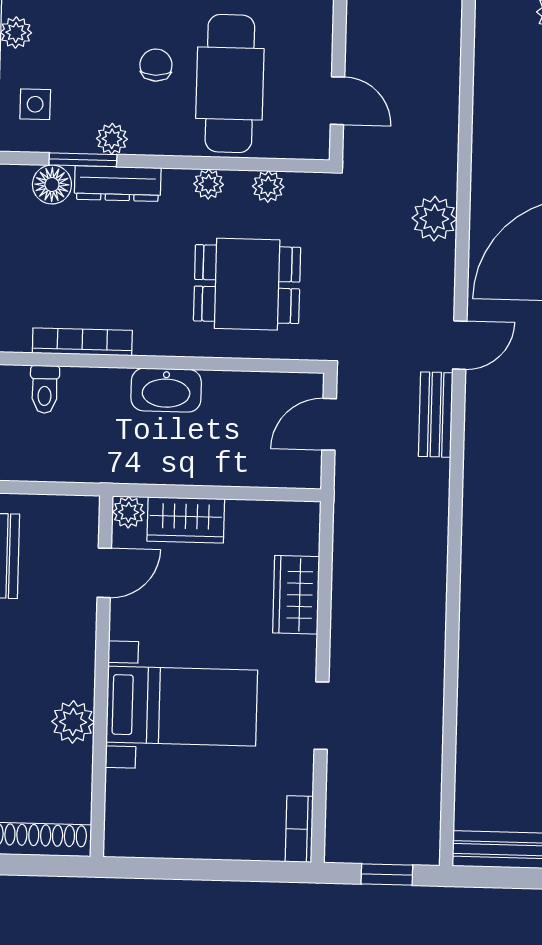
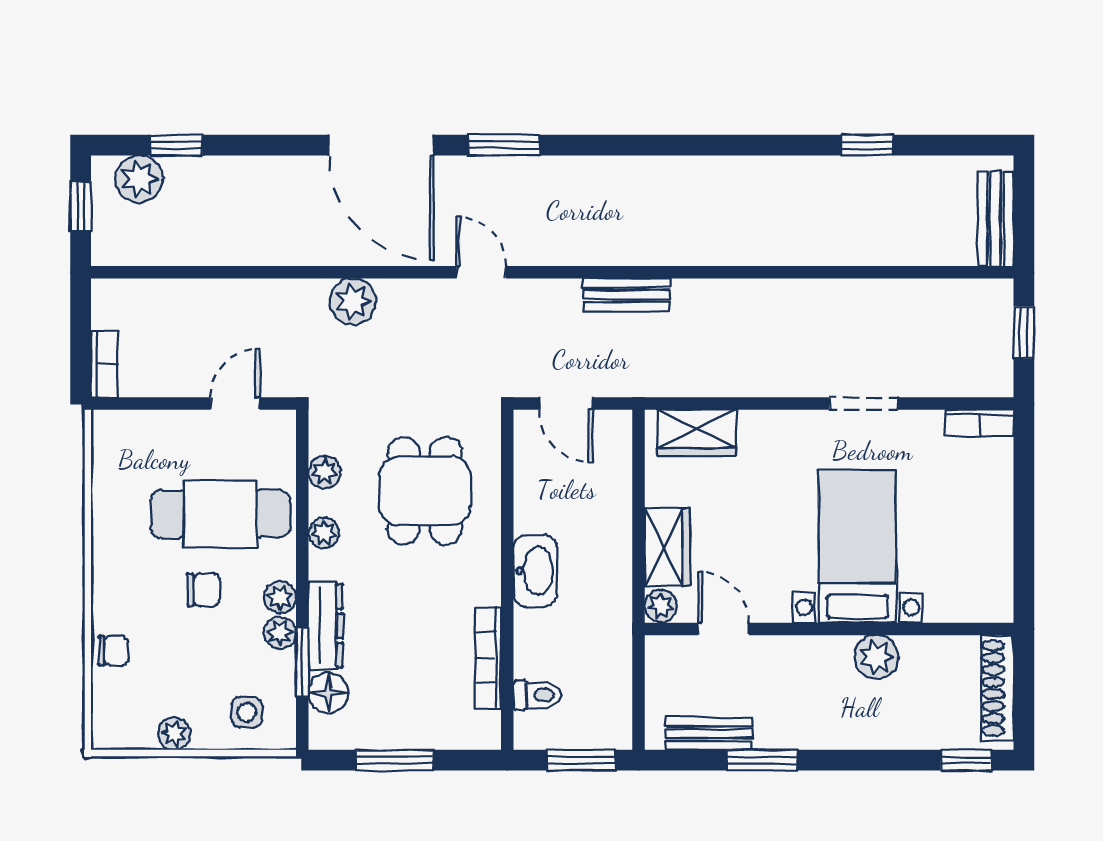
chair: (156, 65) -> (204, 590), turned 180
plant: (147, 140) -> (280, 597), added
bench: (436, 415) -> (627, 295), moved
wardrobe: (296, 595) -> (697, 433), moved

